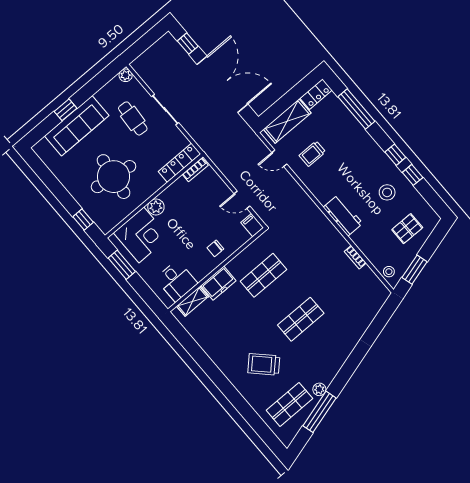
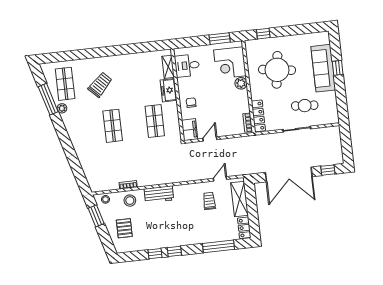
plant: (126, 75) -> (334, 119), removed
stool: (387, 192) -> (130, 201), moved
filing cabinet: (252, 225) -> (190, 130), width x2.00

